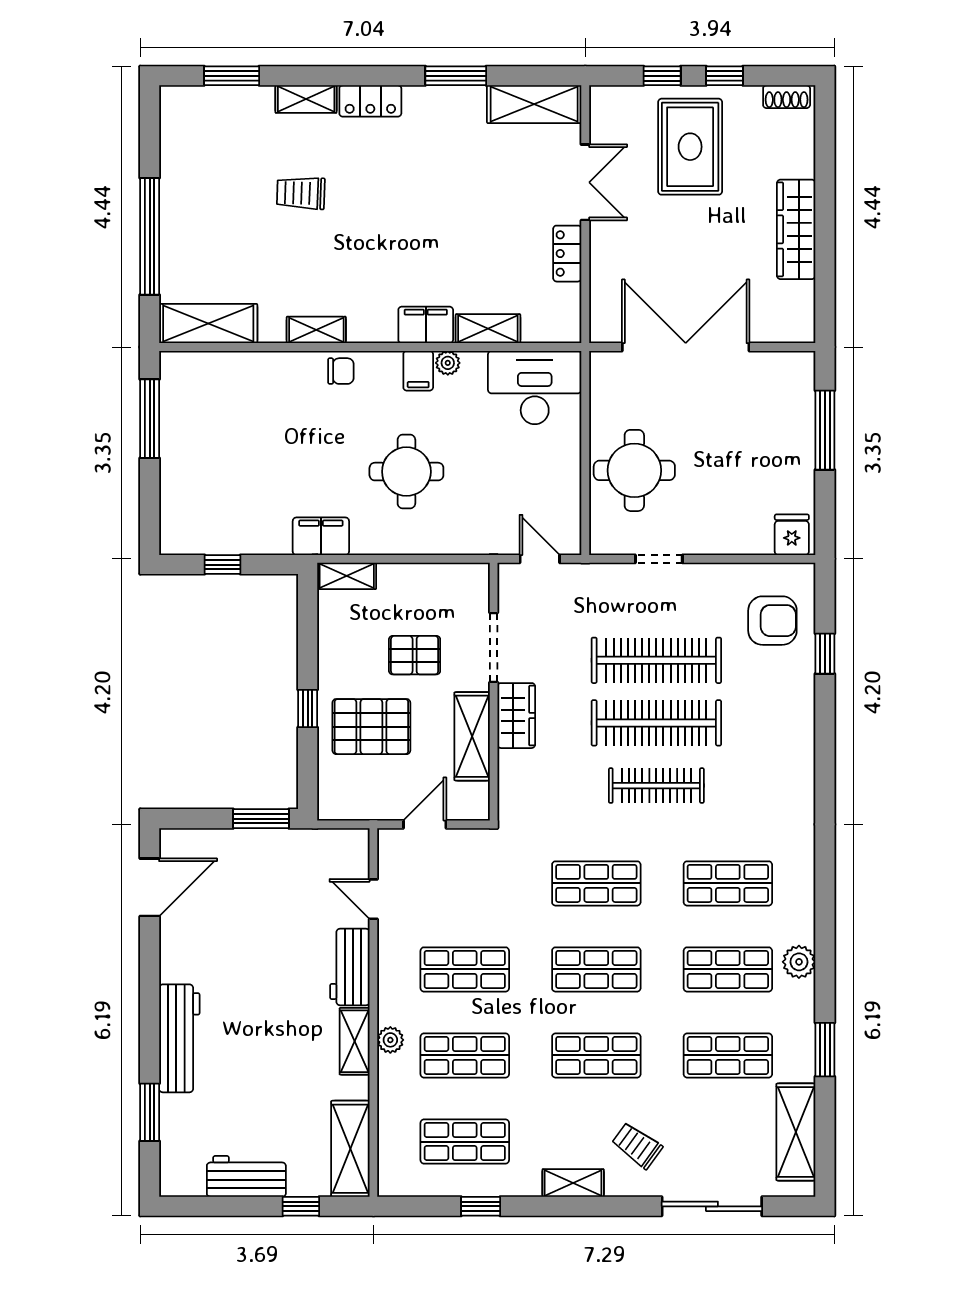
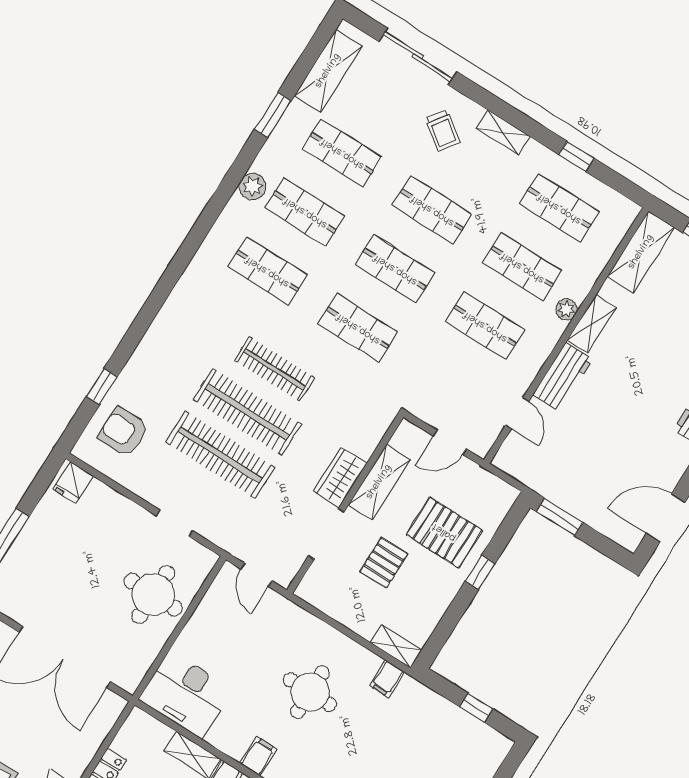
plant: (448, 363) -> (235, 749), removed
filing cabinet: (321, 536) -> (387, 679), width x0.50
pallet: (415, 655) -> (384, 563), turned 90

